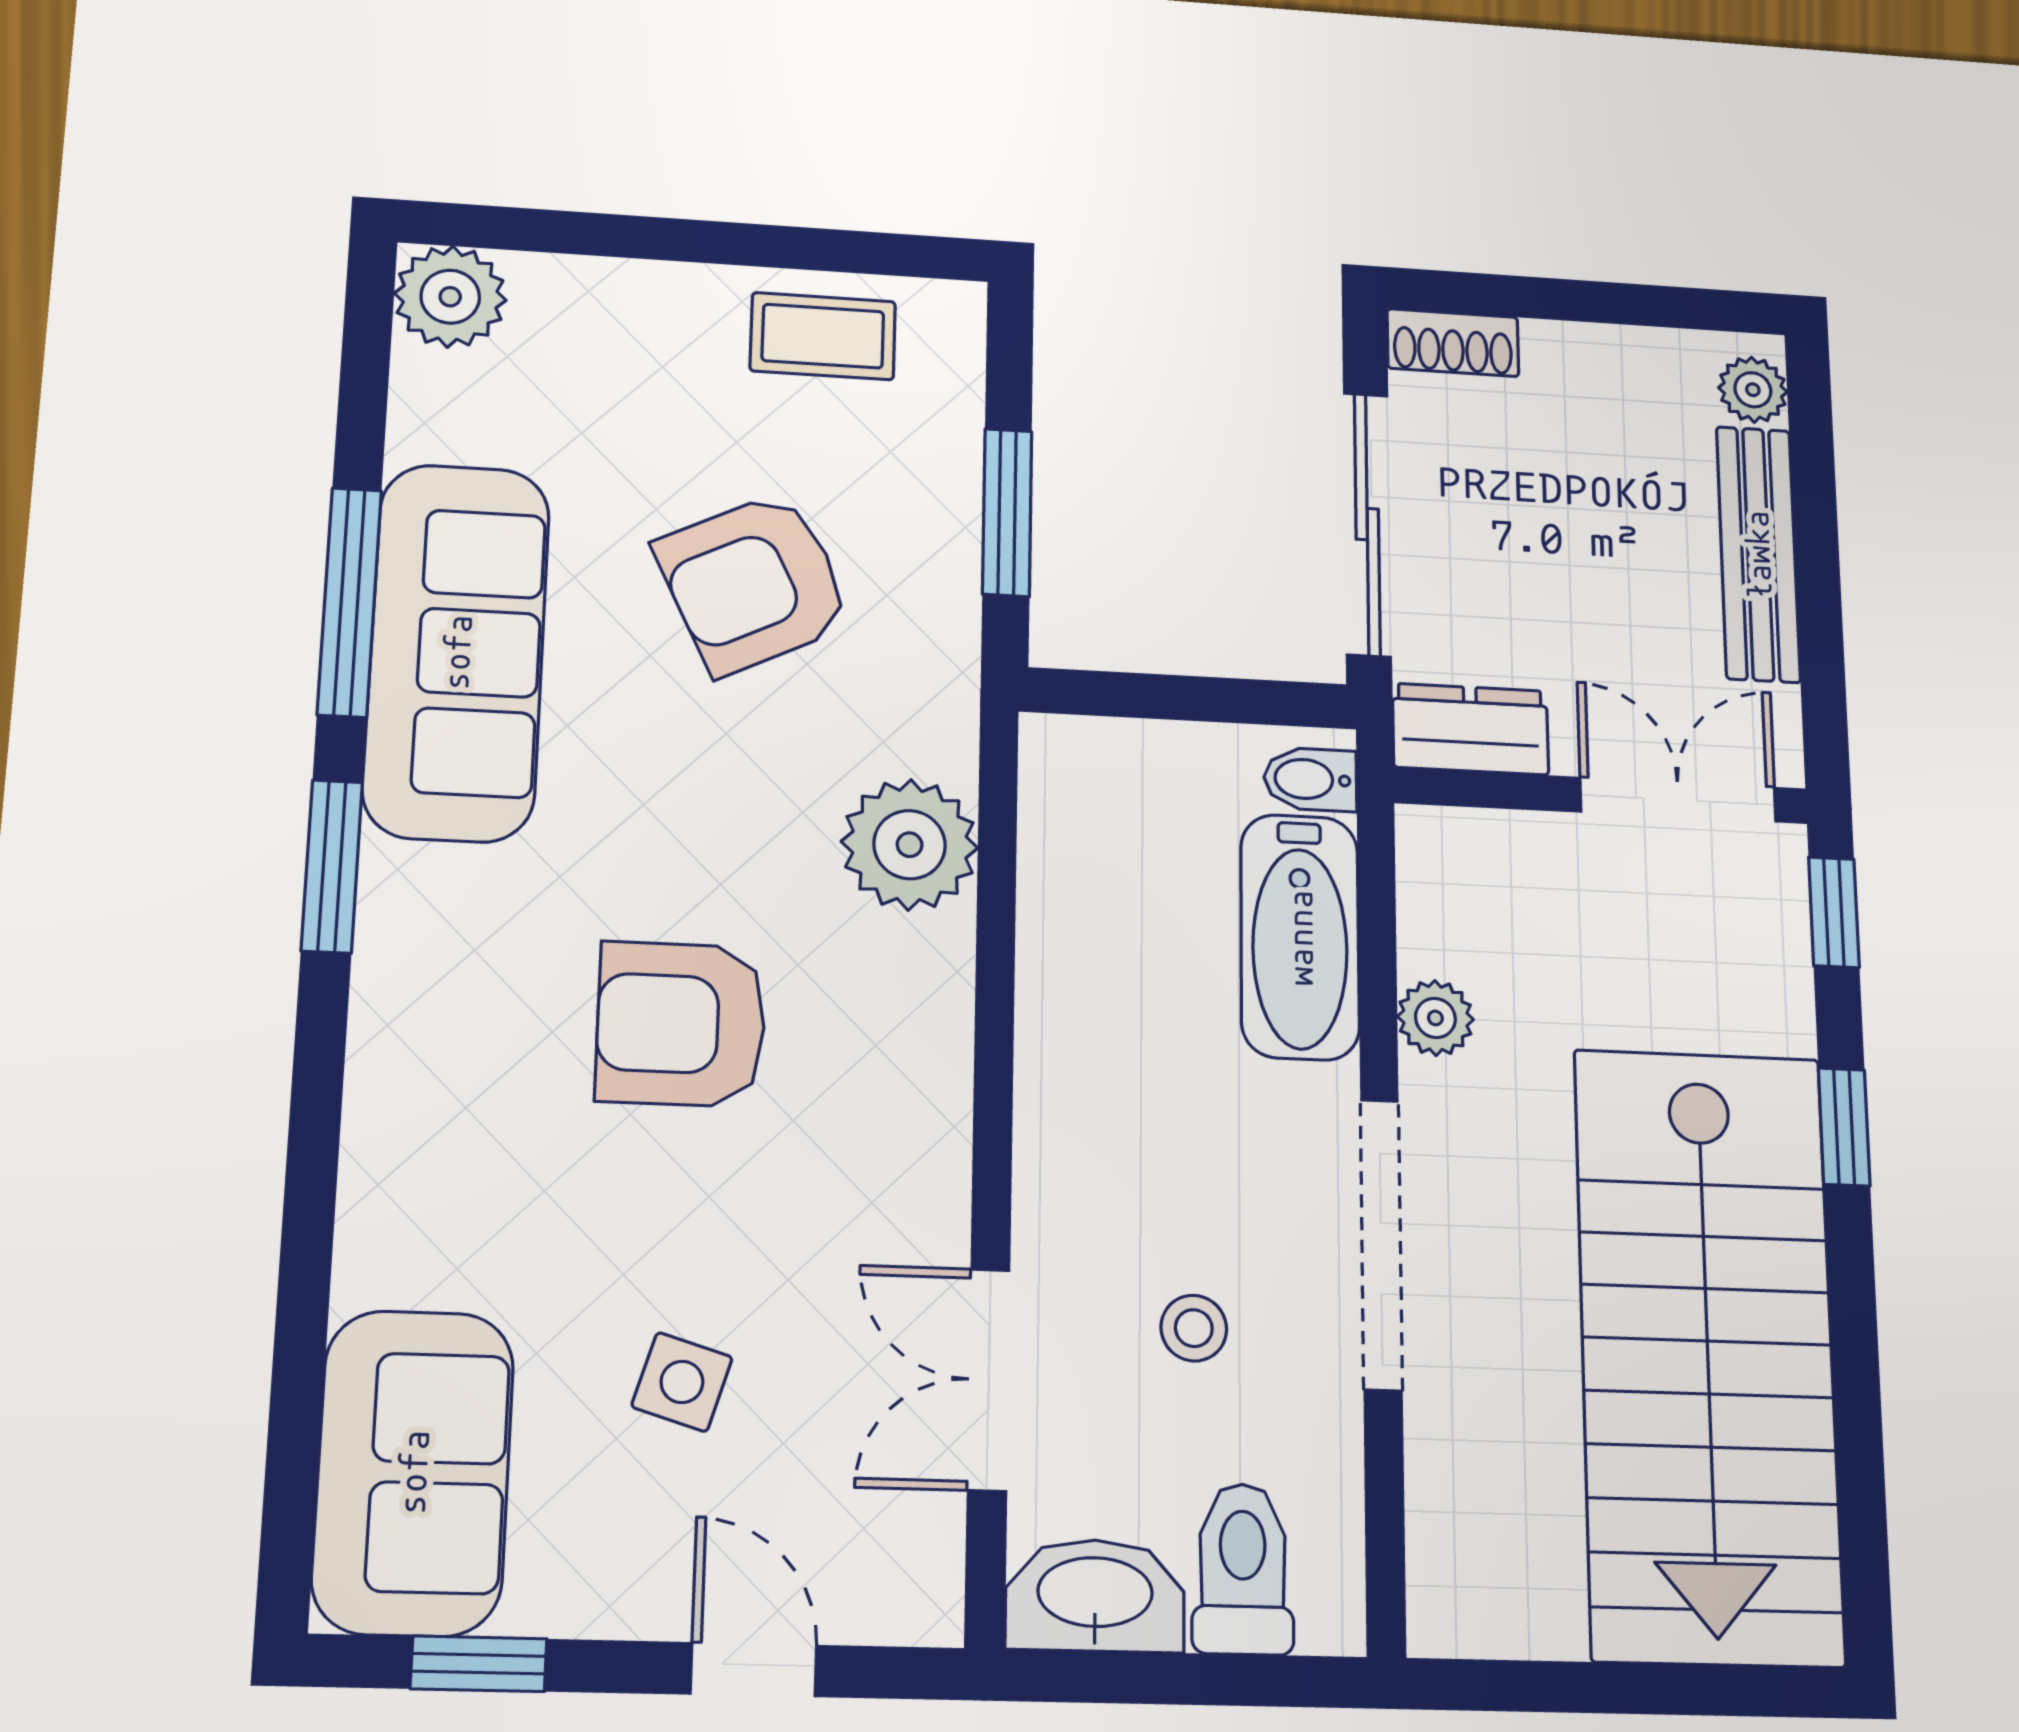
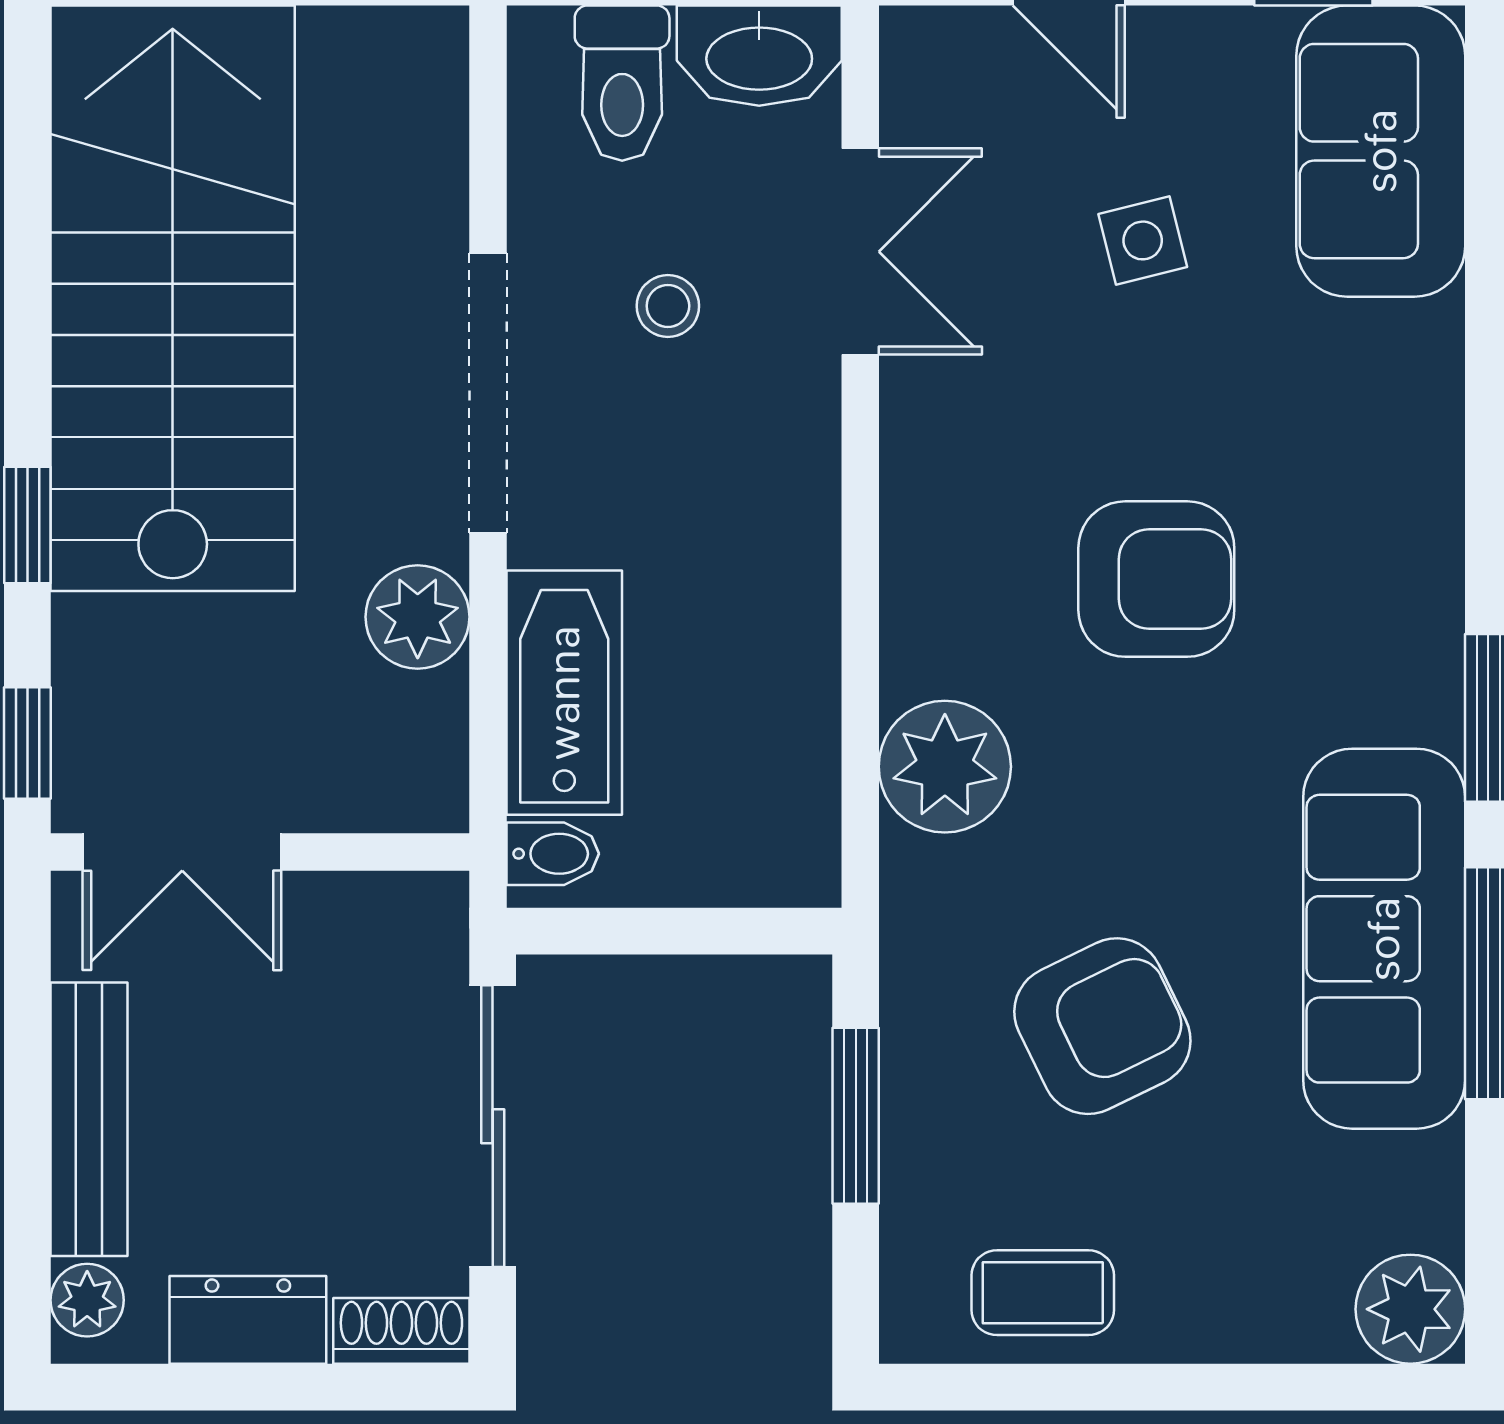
dresser: (1470, 729) -> (248, 1320), moved, turned 180
plant: (1435, 1018) -> (418, 617), width x1.38, depth x1.38
side table: (682, 1382) -> (1143, 240), turned -31

